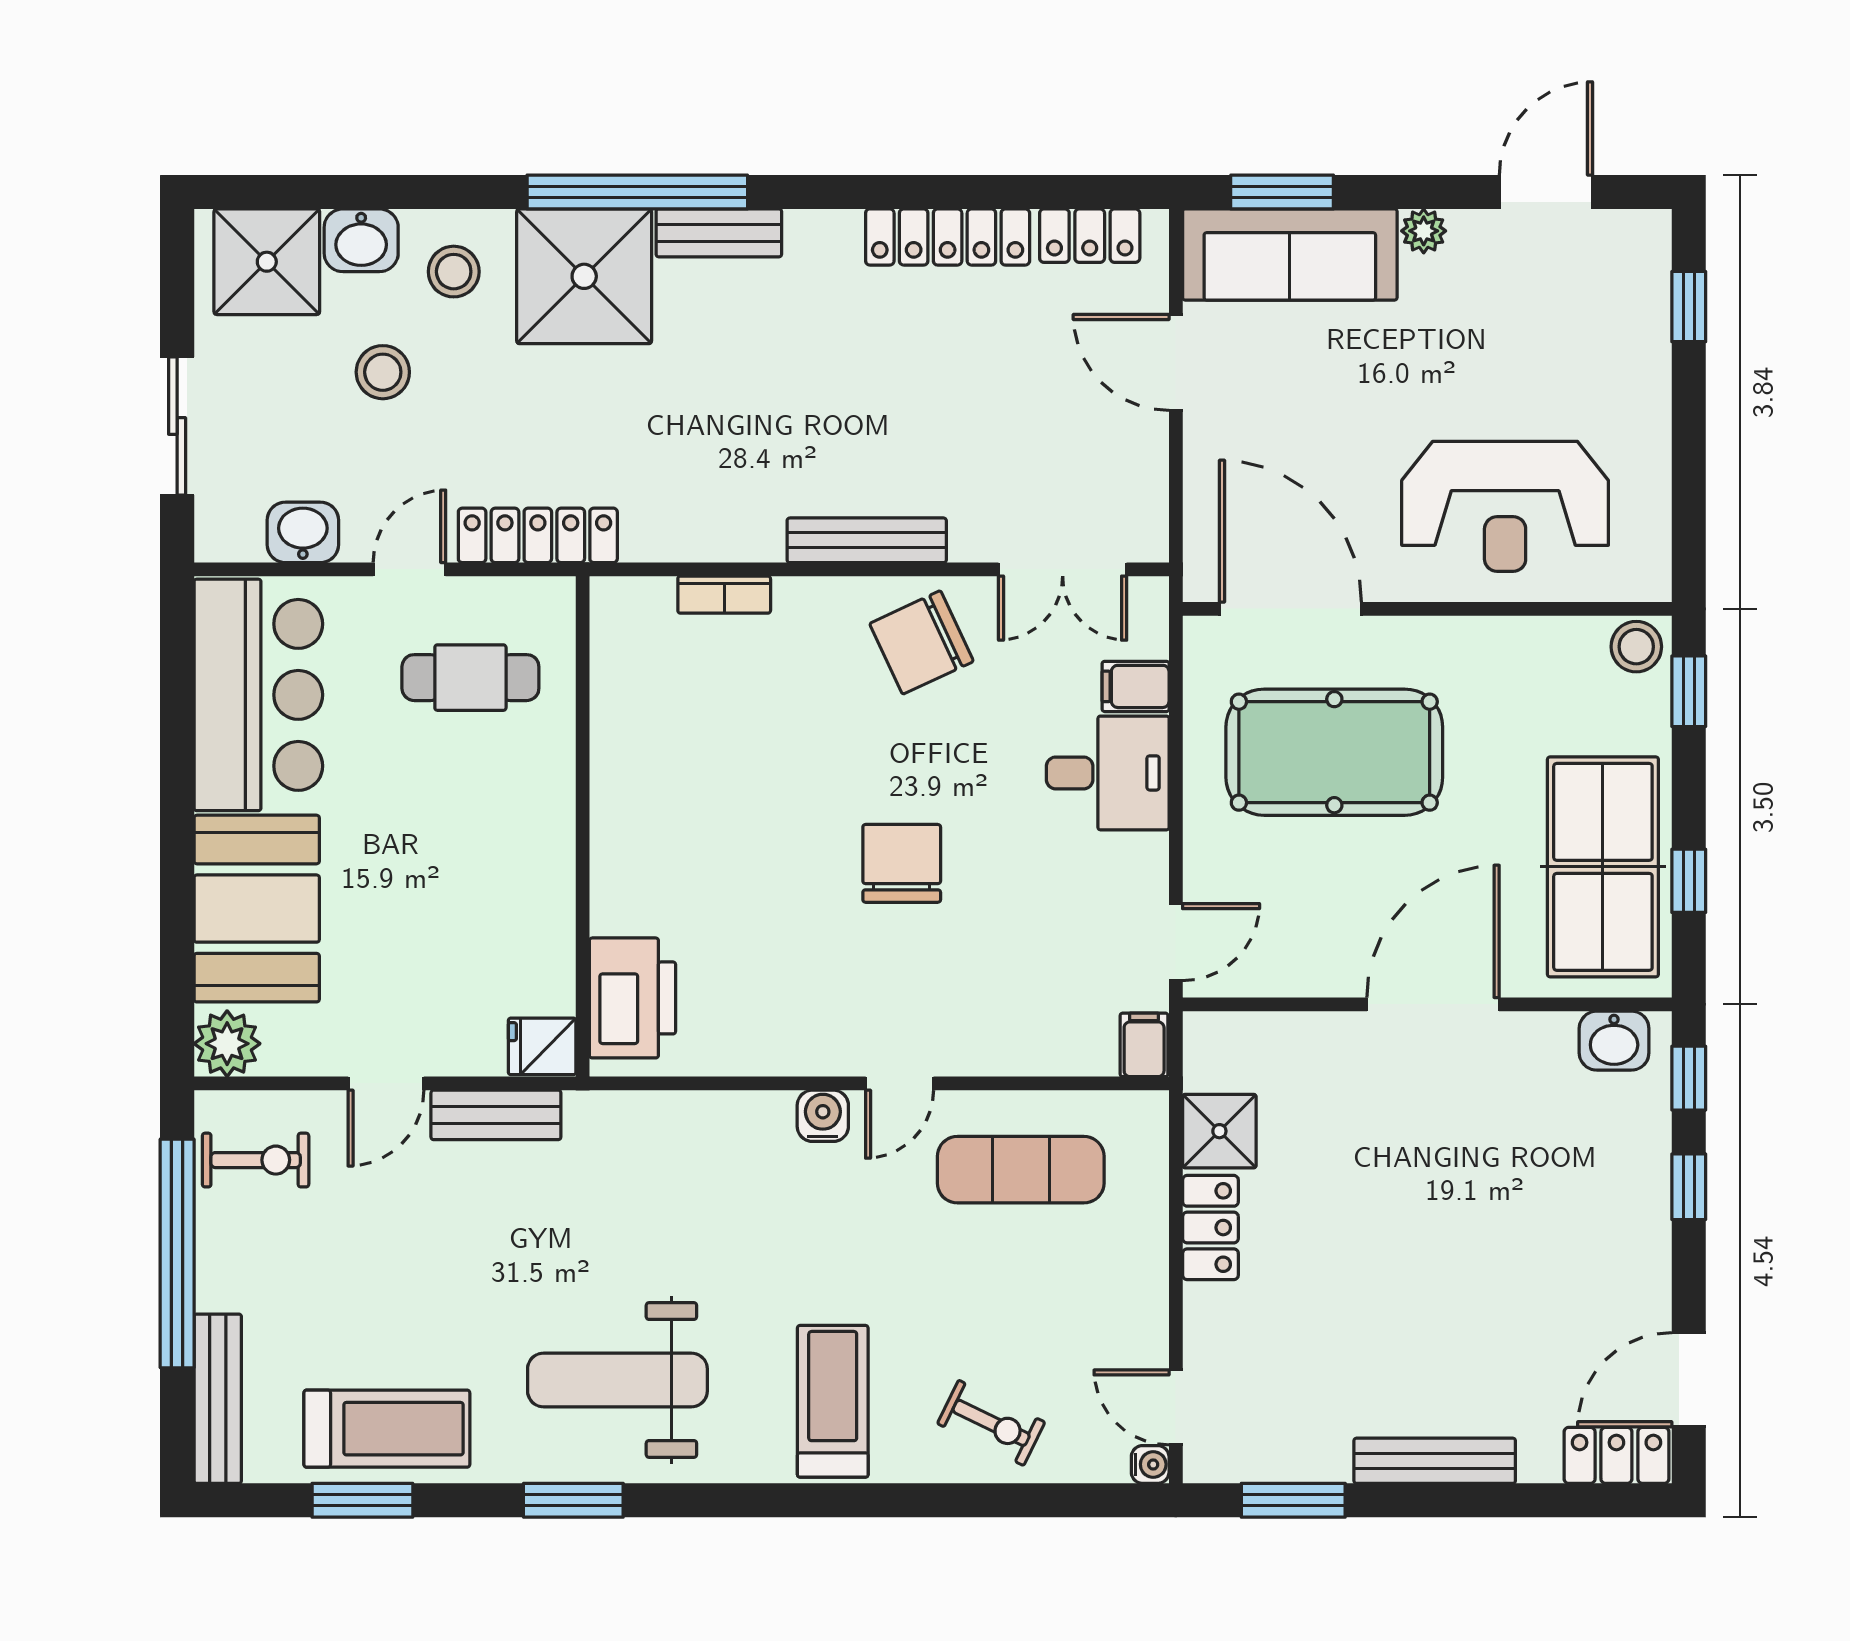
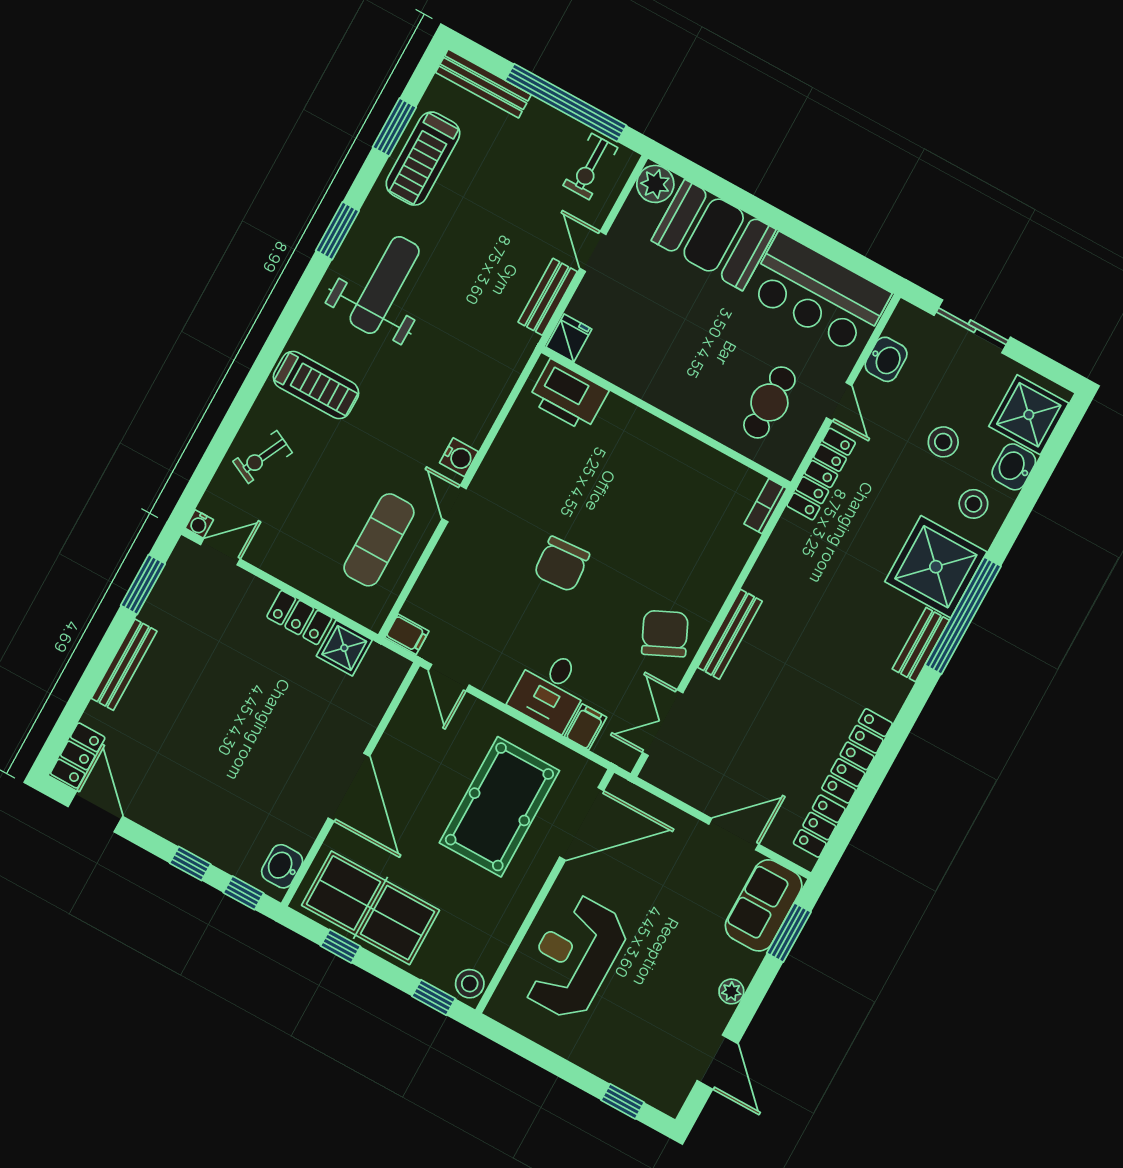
sofa: (1290, 254) -> (764, 905), width x0.73
bookcase: (724, 595) -> (765, 506), moved
chair: (902, 863) -> (562, 564), turned 86

